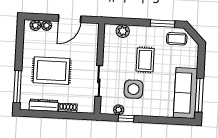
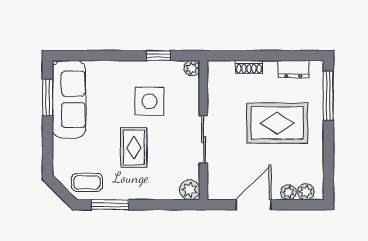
plant: (123, 31) -> (190, 190), moved
sliding door: (99, 81) -> (203, 139), moved
window: (199, 95) -> (48, 97), width x0.69
dresser: (44, 105) -> (293, 69), width x0.70
plant: (119, 110) -> (192, 68), moved

